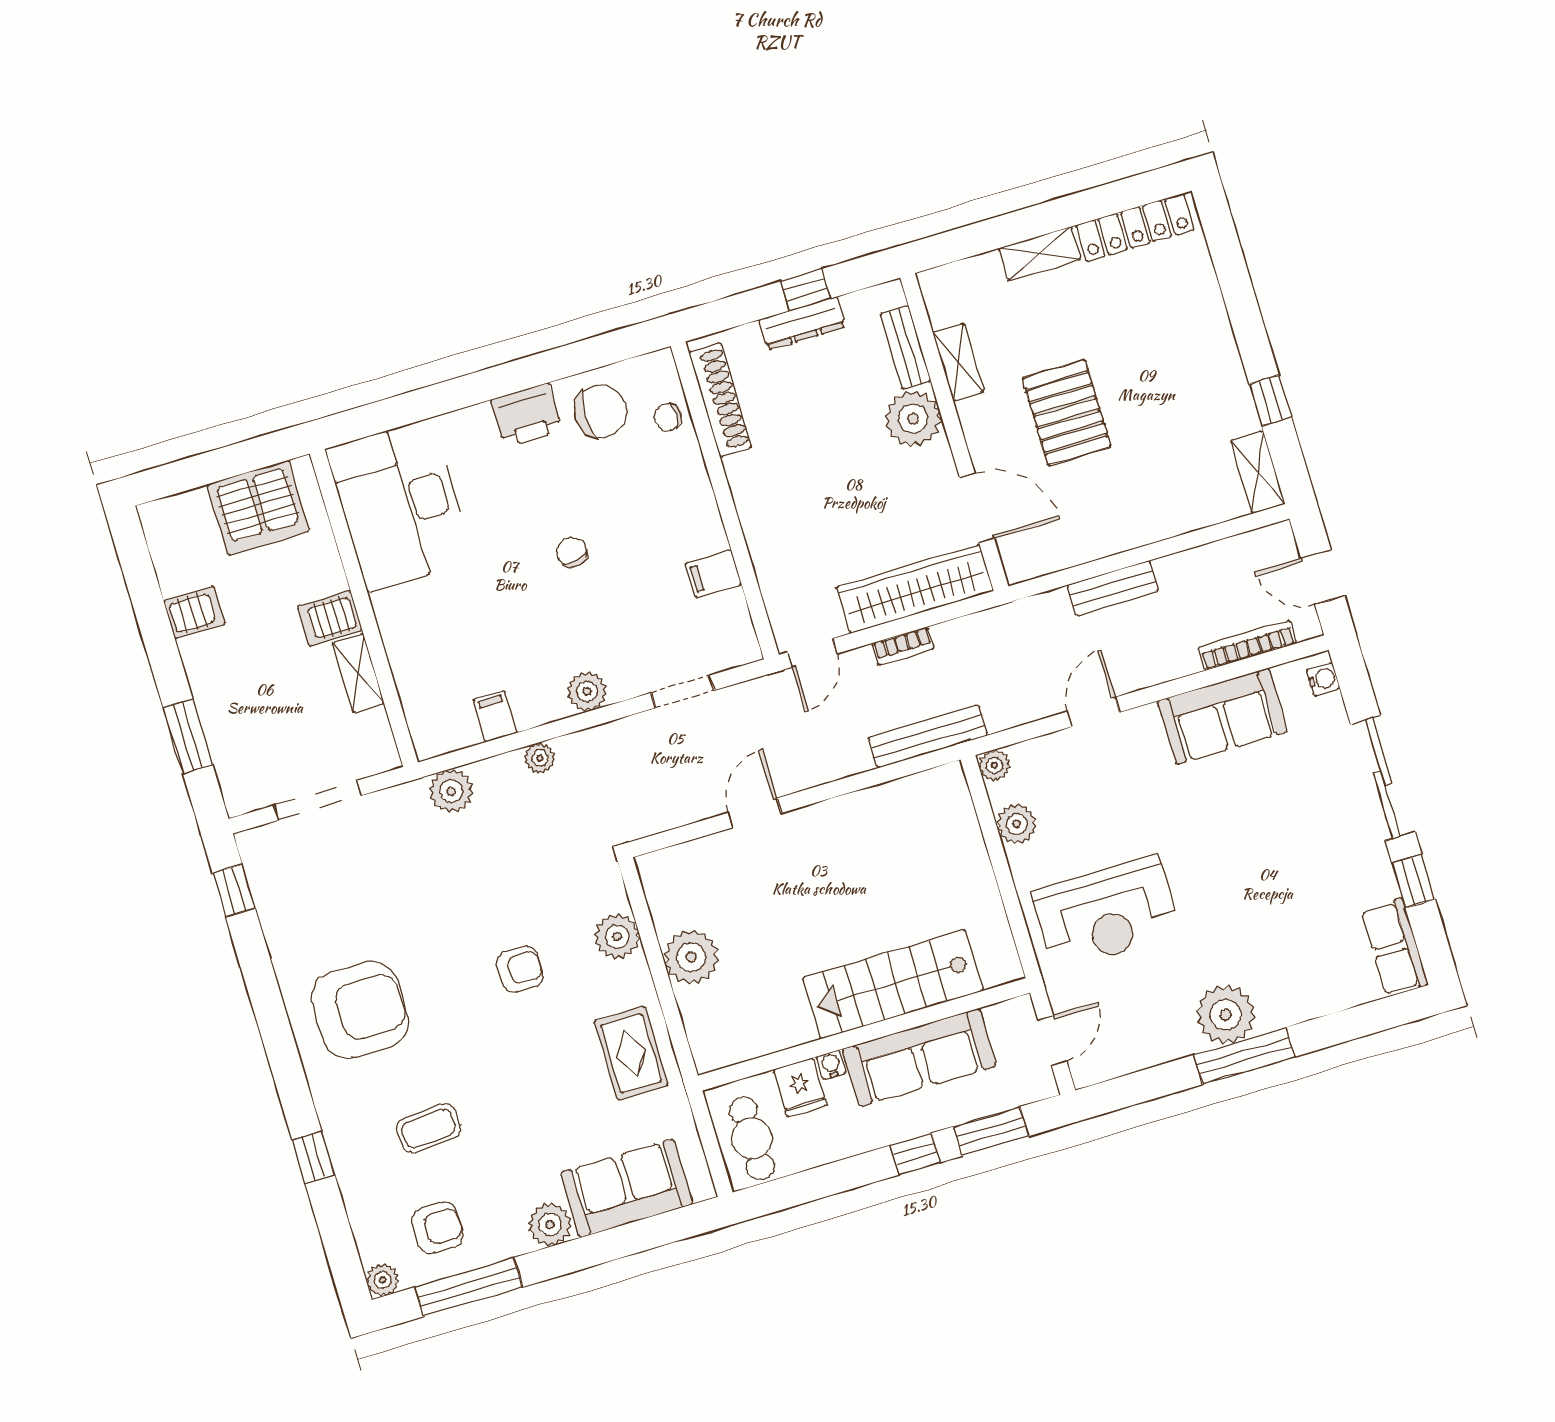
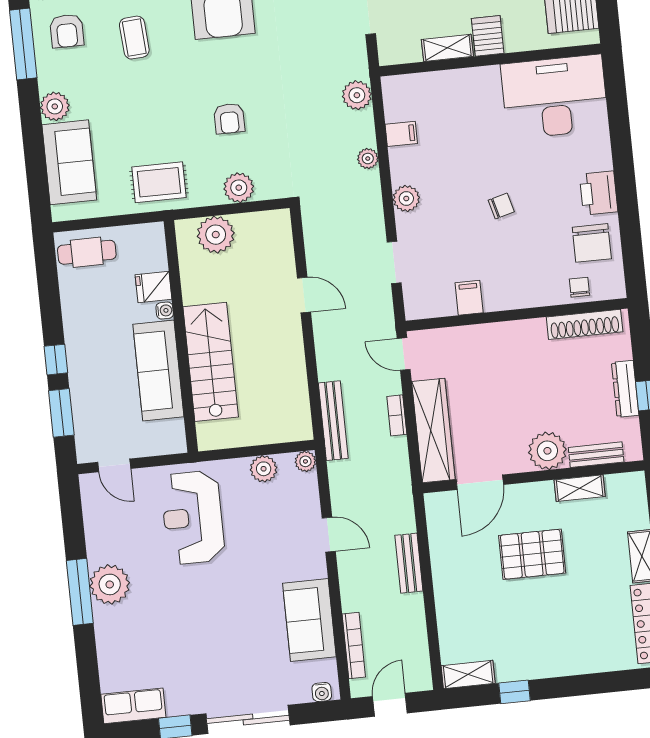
stairs: (893, 984) -> (211, 362), moved
wall: (864, 1034) -> (181, 336), moved
sofa: (920, 1057) -> (158, 371), moved
water cooler: (831, 1065) -> (165, 311), moved
fridge: (800, 1087) -> (153, 287), moved

